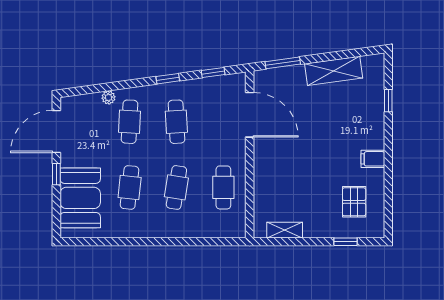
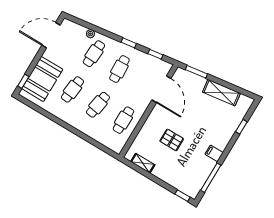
window: (56, 174) -> (23, 81), moved
window: (388, 195) -> (211, 178), added
pallet: (354, 202) -> (172, 140), moved, turned 90
window: (345, 242) -> (182, 196), moved

